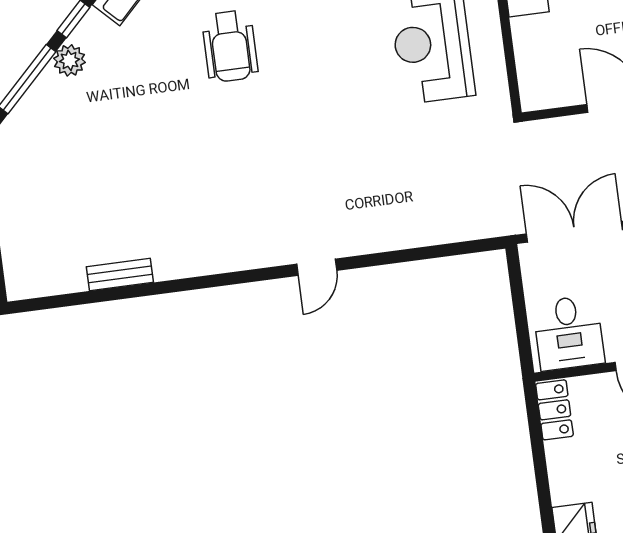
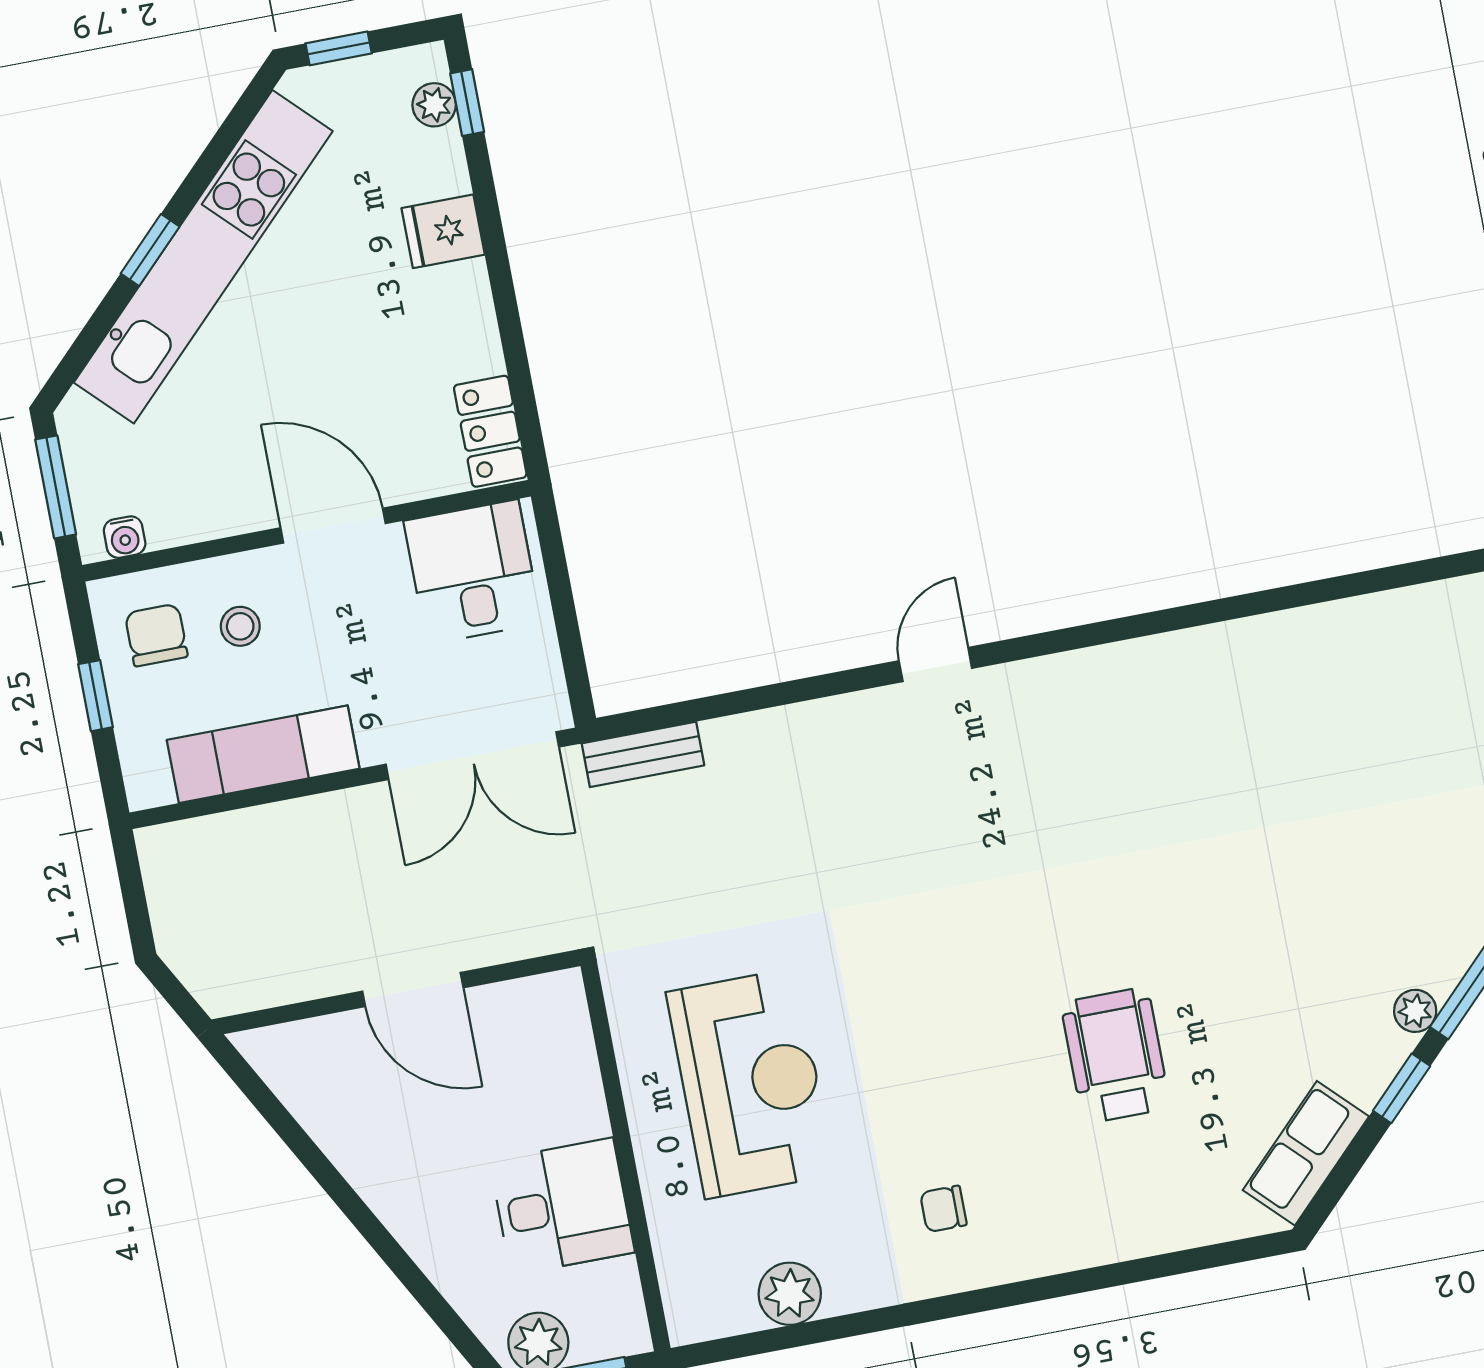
plant: (69, 60) -> (1415, 1011), width x0.73, depth x0.73
bench: (120, 274) -> (643, 754), moved

